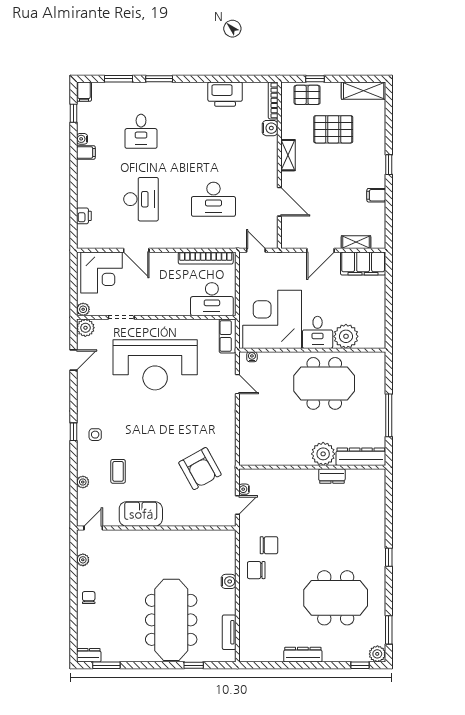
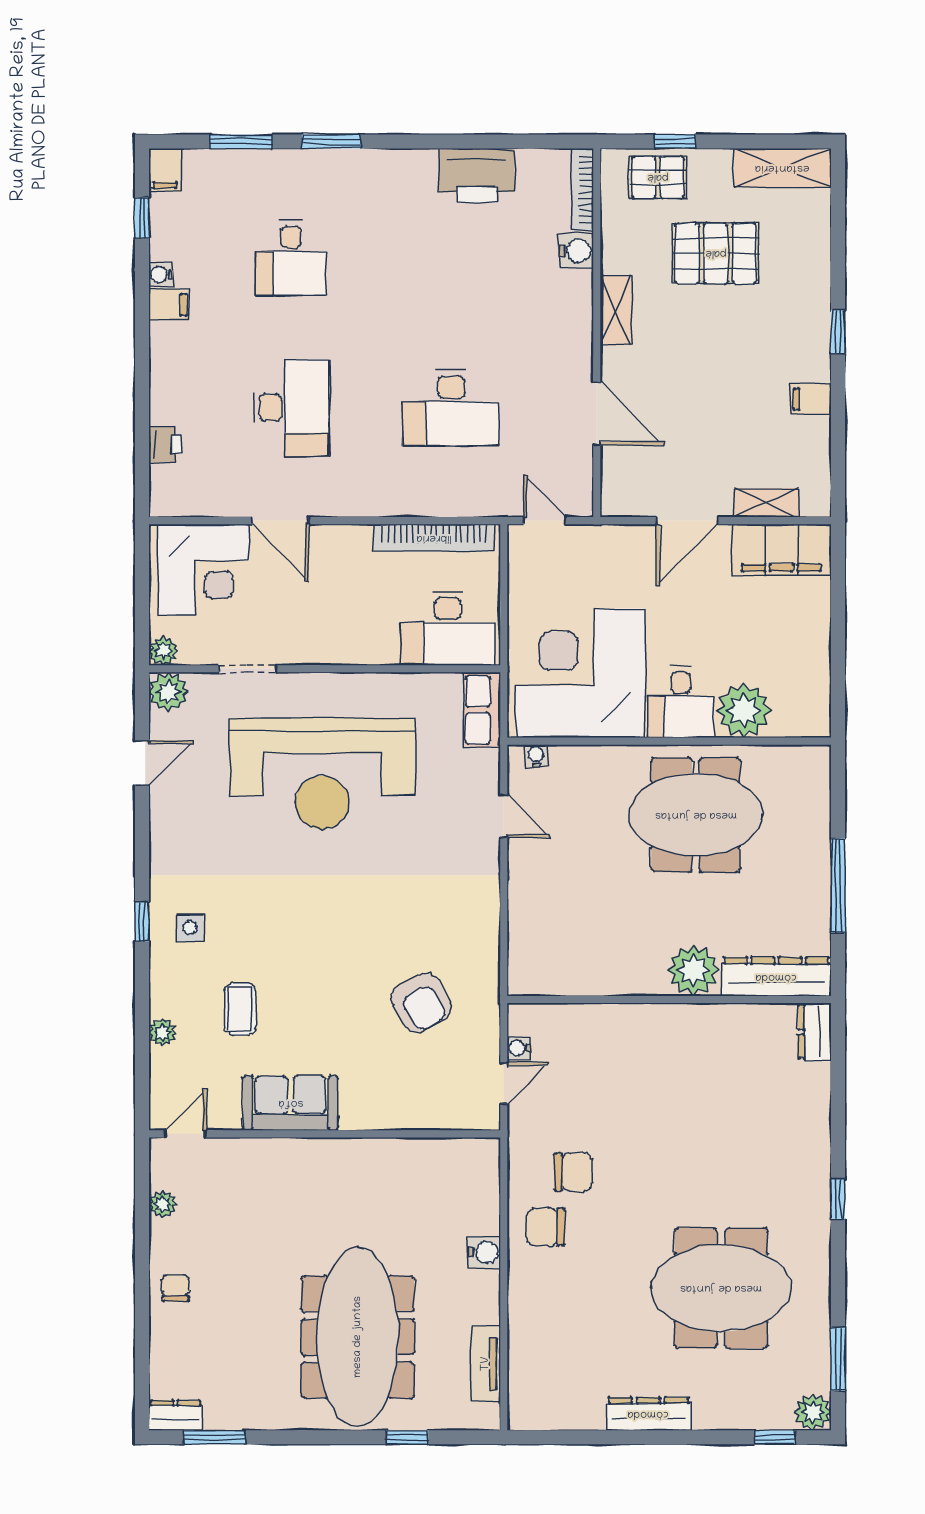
armchair: (200, 469) -> (421, 1003), width x0.73, depth x0.73
dresser: (332, 476) -> (815, 1032), moved, turned 90

